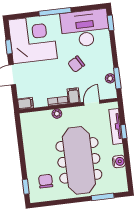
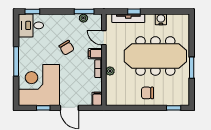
desk: (85, 28) -> (31, 25), width x0.53, depth x0.77
chair: (46, 181) -> (147, 93), moved
window: (103, 197) -> (192, 68), moved

